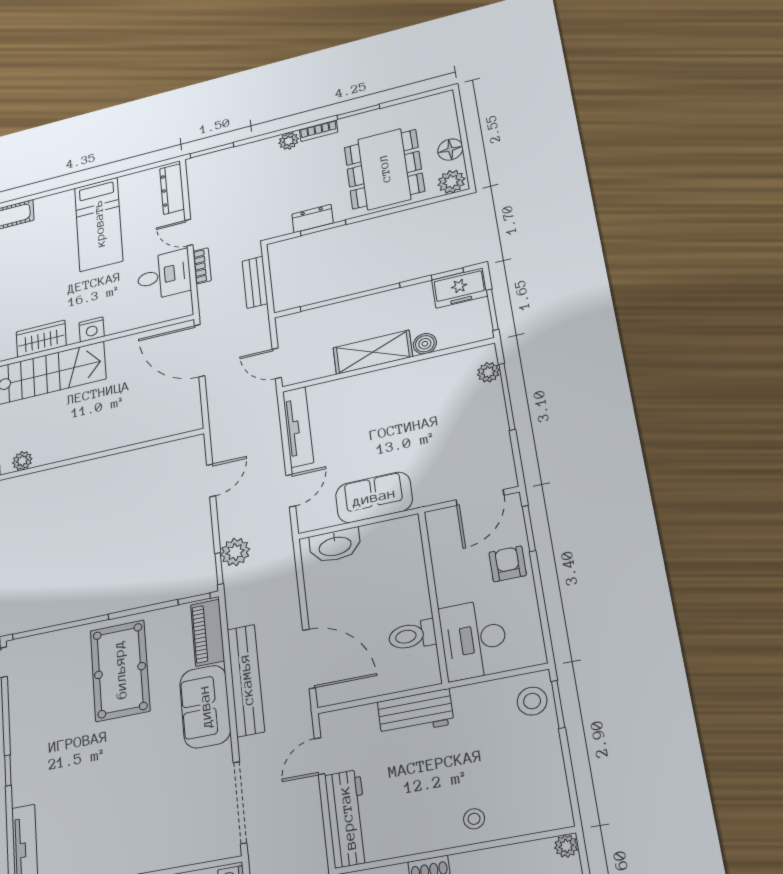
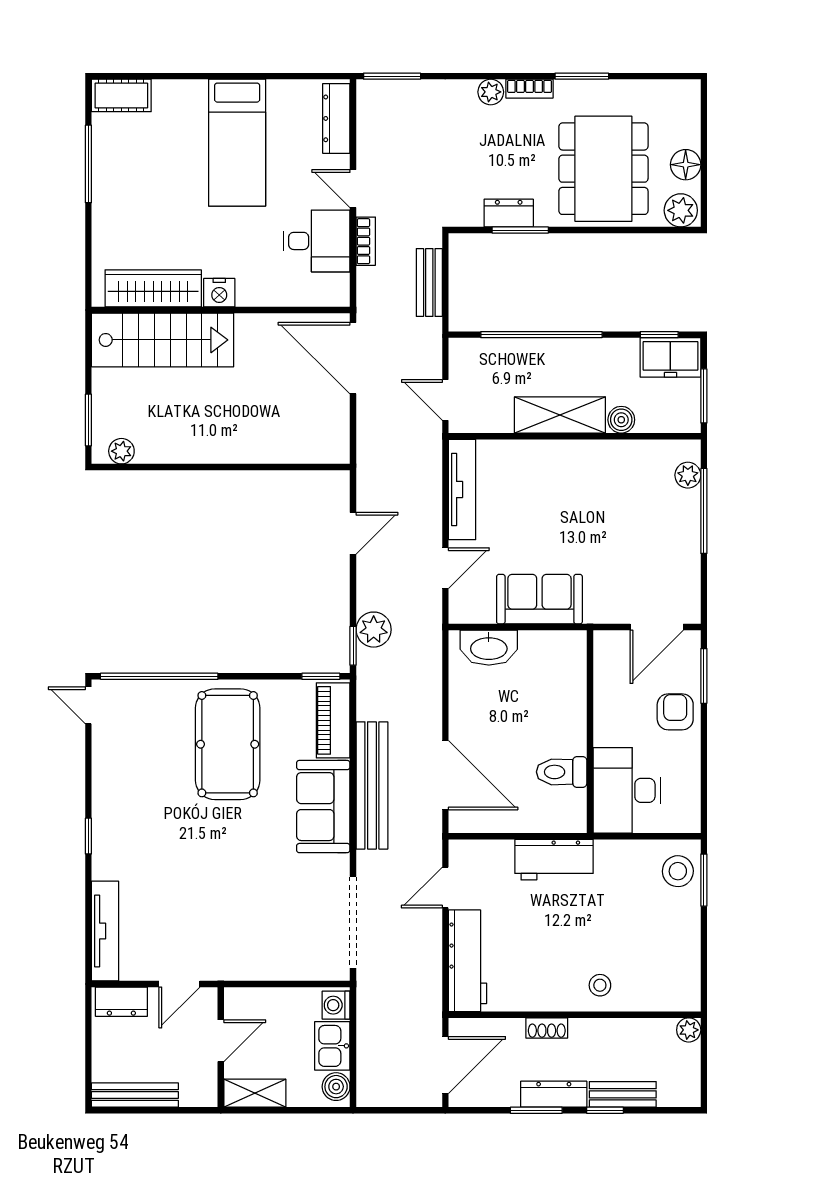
wardrobe: (41, 339) -> (153, 288), width x1.50

